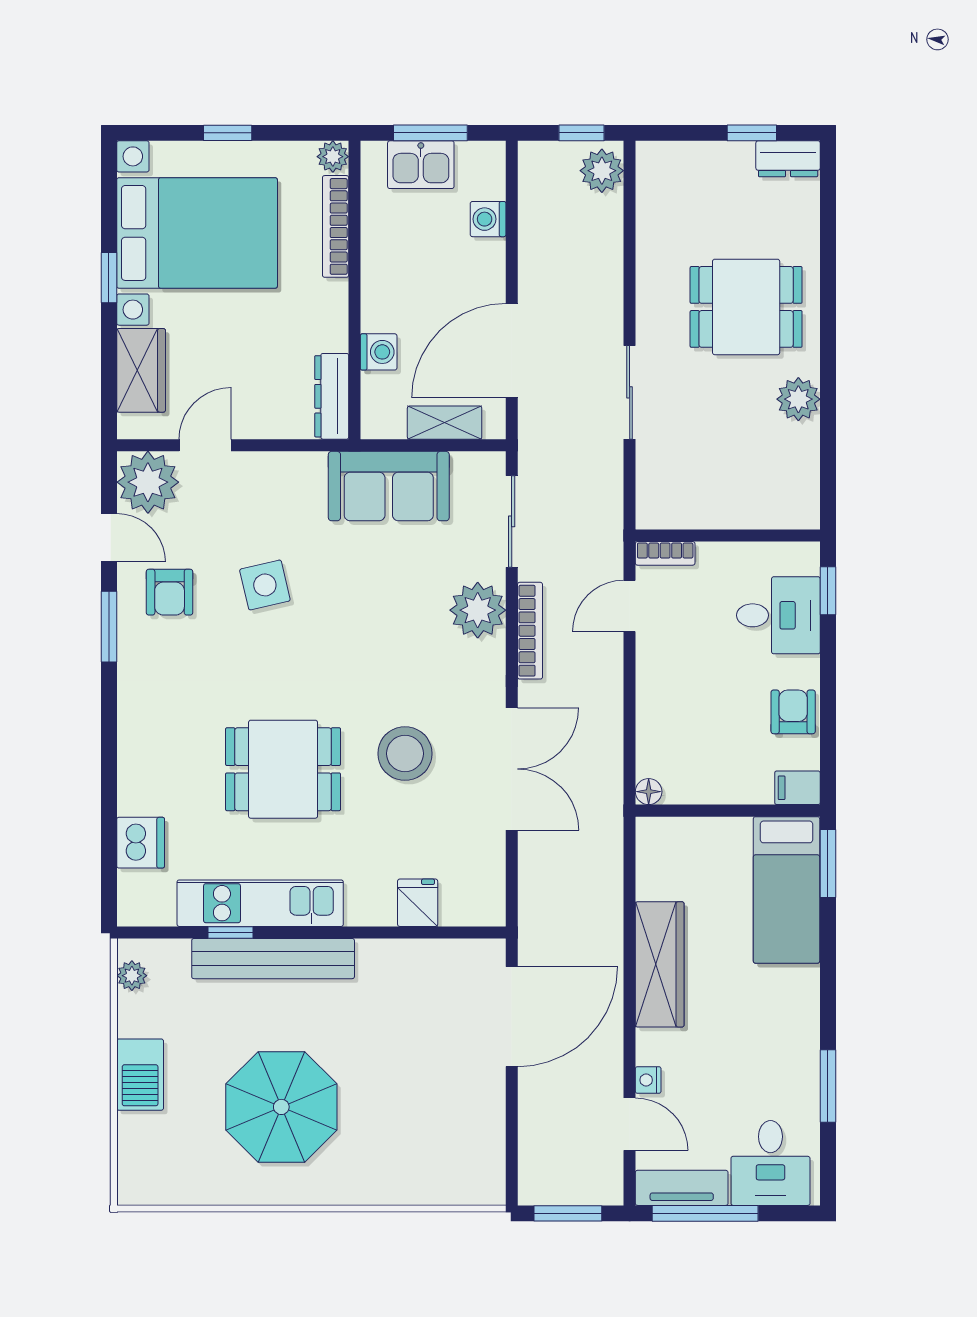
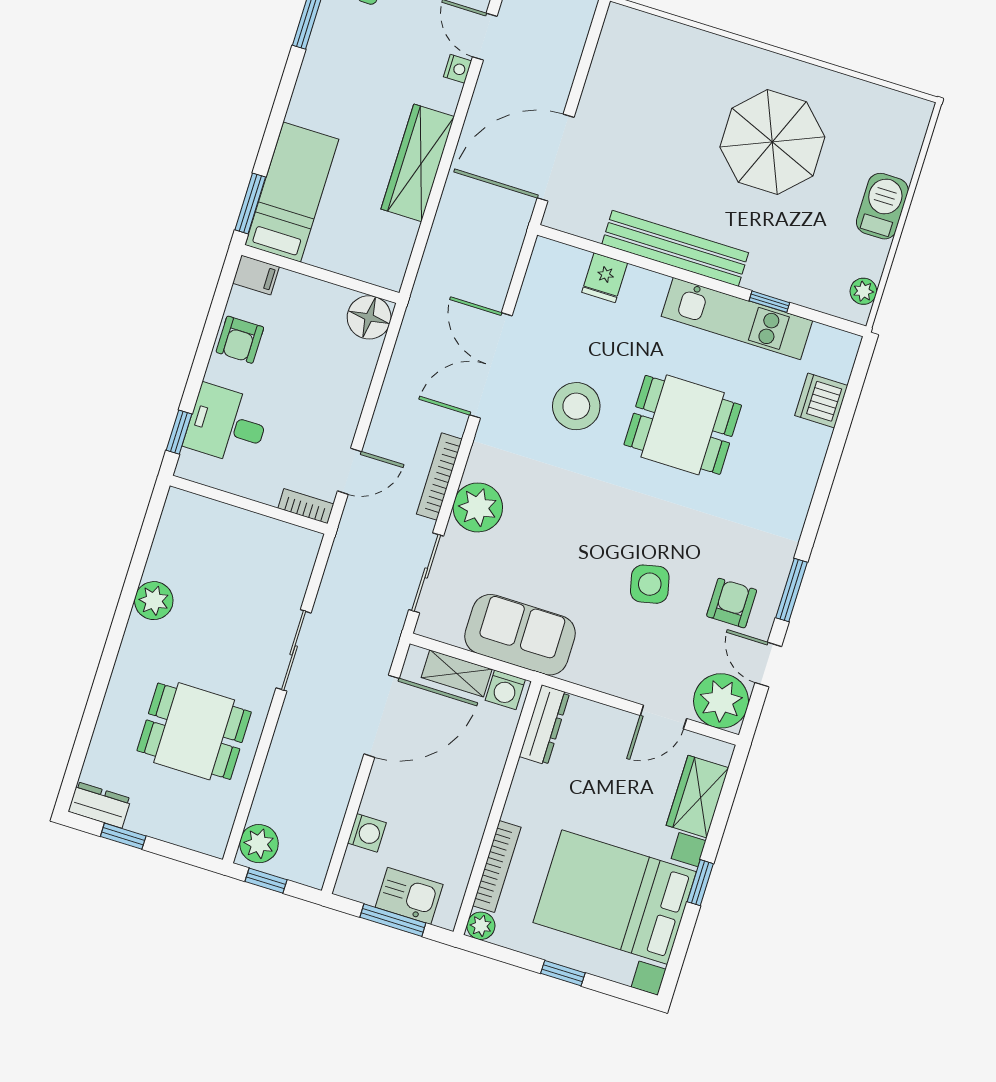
dining table: (746, 307) -> (194, 731), moved
washing machine: (379, 352) -> (505, 690), moved, turned -90
floor lamp: (649, 792) -> (369, 317), width x1.89, depth x1.89
bench: (273, 959) -> (675, 248), moved

